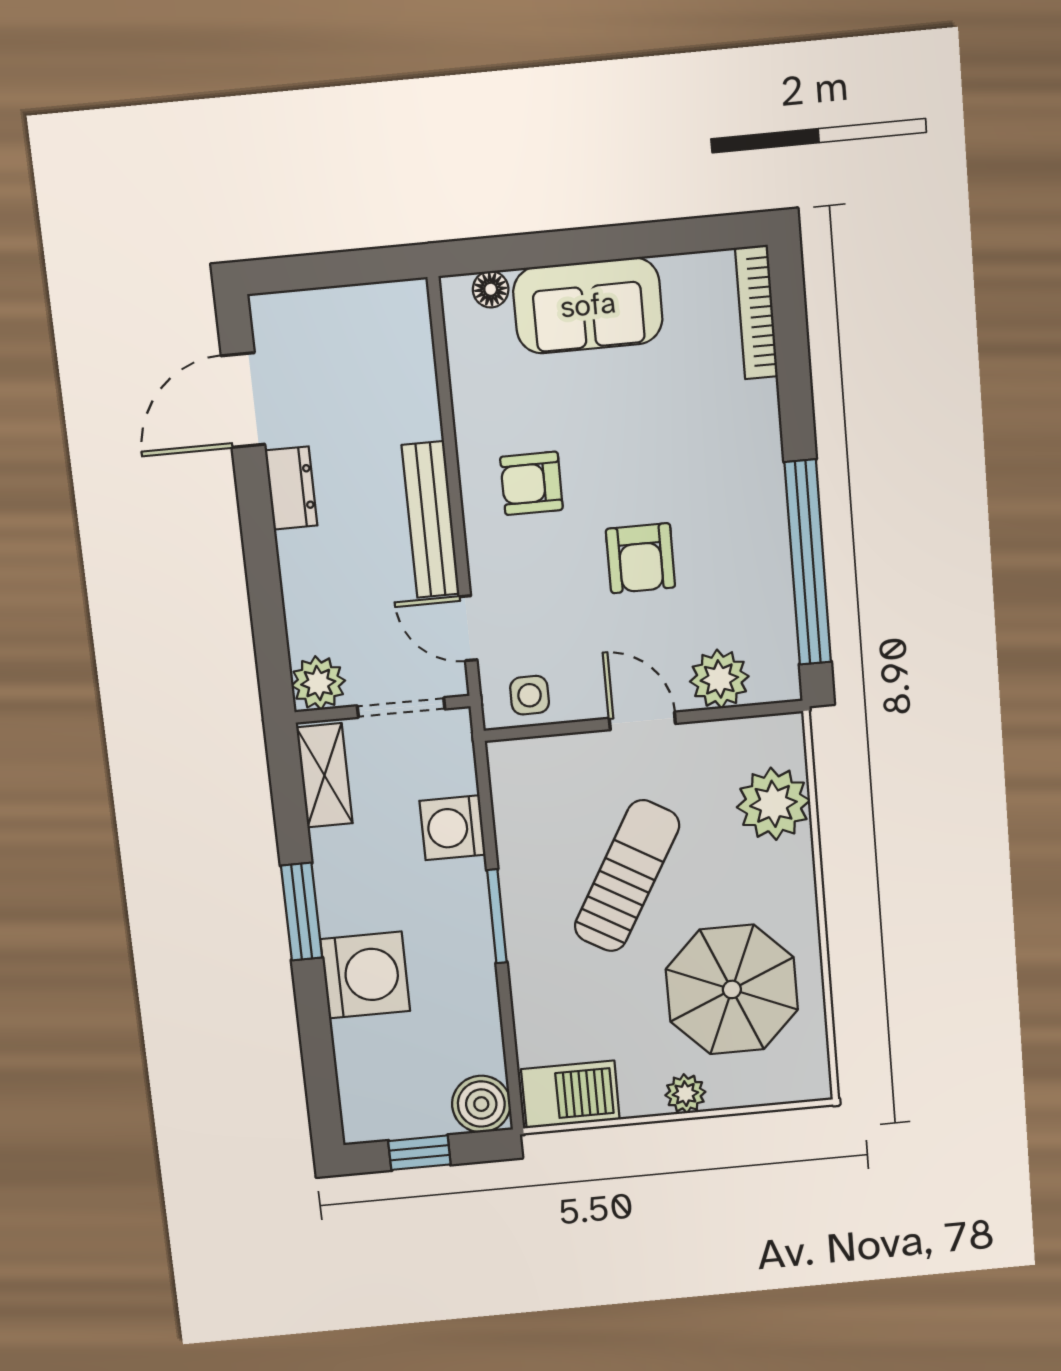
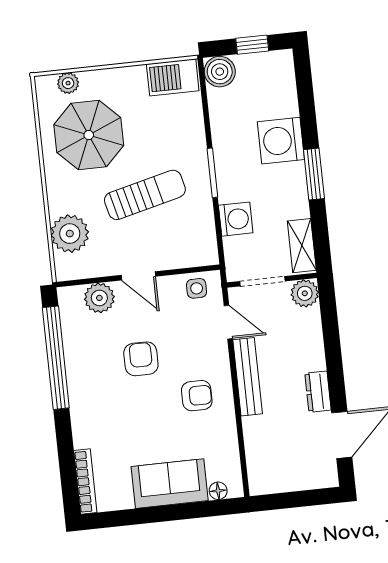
sun lounger: (627, 876) -> (145, 195), turned -134
plant: (685, 1094) -> (68, 83), moved

